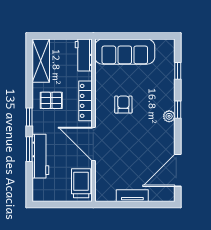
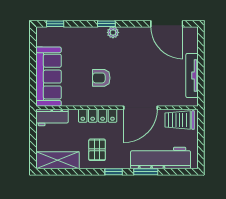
window: (178, 71) -> (55, 24), moved
workbench: (40, 156) -> (161, 158), width x1.36, depth x1.32
tv unit: (132, 196) -> (192, 75), width x1.41

